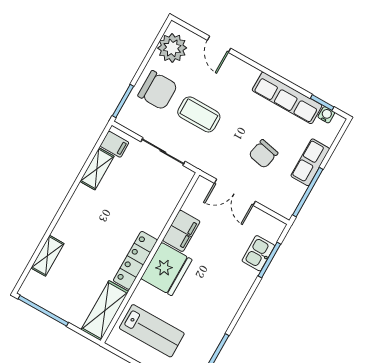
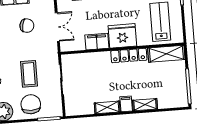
filing cabinet: (115, 144) -> (126, 104), moved
shelving: (97, 169) -> (107, 107), moved
shelving: (47, 256) -> (145, 105), moved

